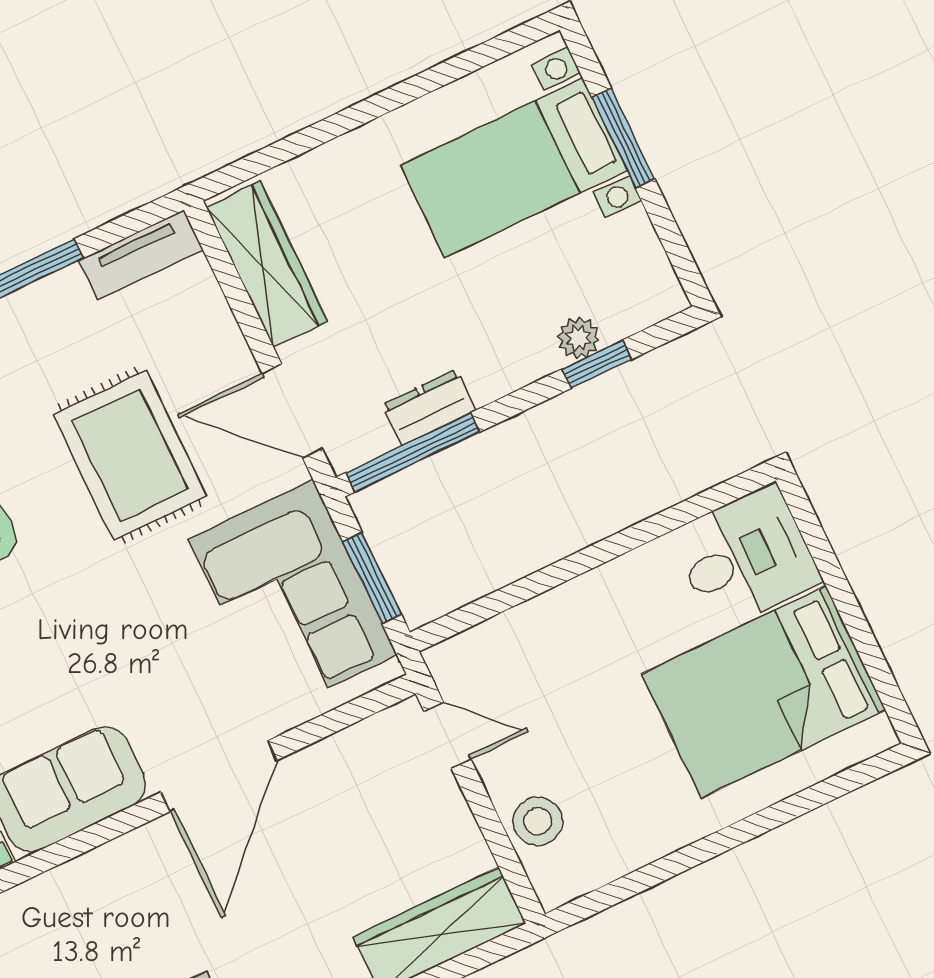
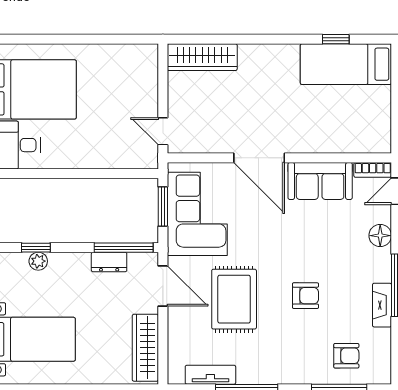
tv unit: (141, 255) -> (210, 375), moved
door: (219, 776) -> (259, 158), swing flipped
stool: (538, 821) -> (144, 81), removed

